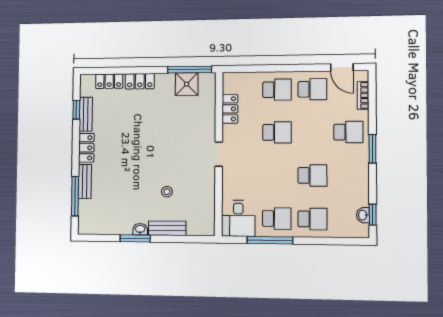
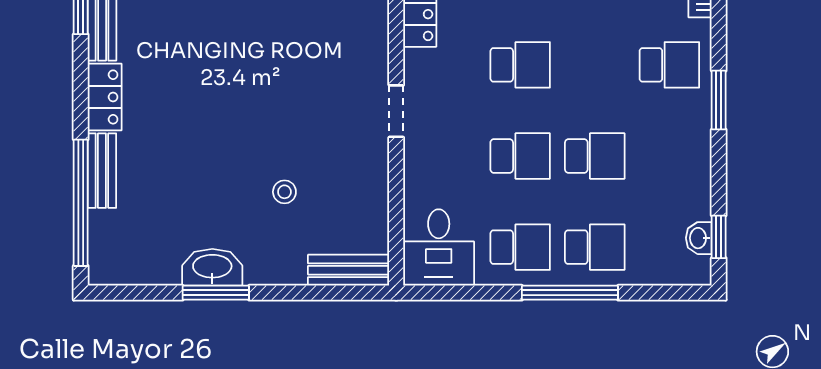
school desk: (277, 175) -> (520, 156), added
window: (75, 196) -> (81, 203), width x1.46
bench: (167, 228) -> (349, 270), moved
washbasin: (140, 229) -> (212, 267), width x1.91, depth x1.45
window: (270, 240) -> (570, 293), moved

